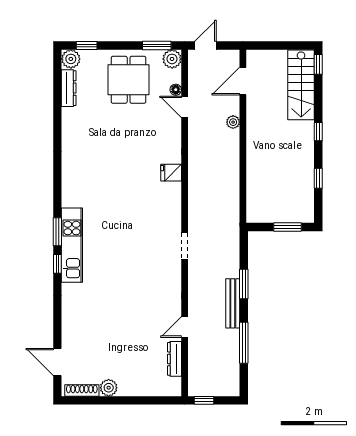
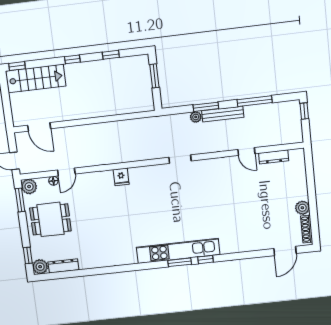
plant: (233, 122) -> (196, 117), moved
kitchen unit: (72, 245) -> (178, 251), width x1.36
window: (204, 400) -> (304, 111), moved

